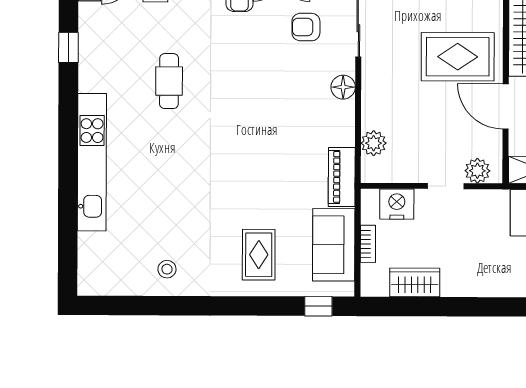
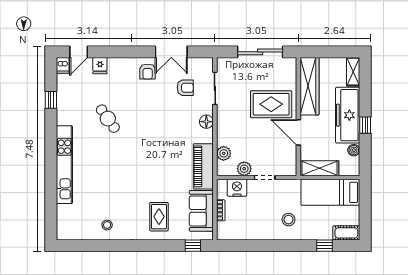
armchair: (306, 27) -> (185, 88), turned 180
cafe table: (169, 81) -> (108, 119), turned -35
plant: (477, 171) -> (244, 169), moved
piano: (342, 177) -> (203, 166), width x1.37, depth x1.33
stool: (488, 261) -> (288, 220), added
wardrobe: (415, 282) -> (247, 232), removed

